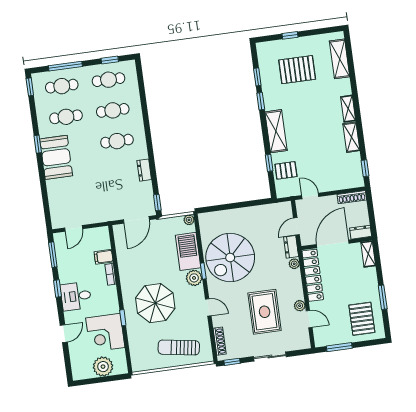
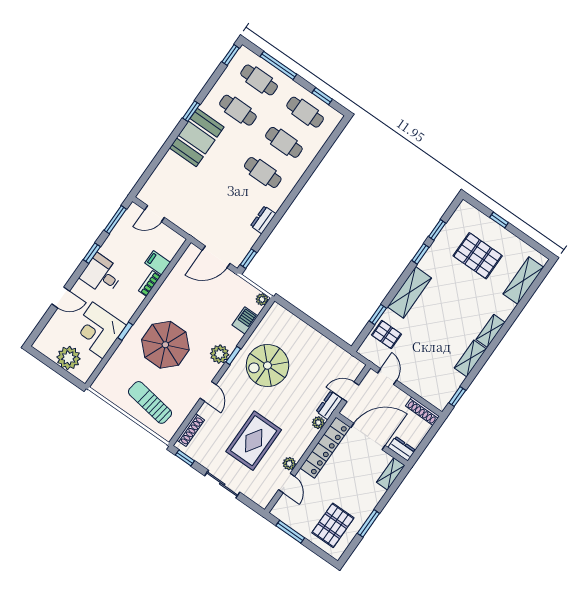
barbecue: (188, 251) -> (245, 320), width x0.53, depth x0.65
spiral stairs: (230, 258) -> (267, 366), width x0.73, depth x0.73

